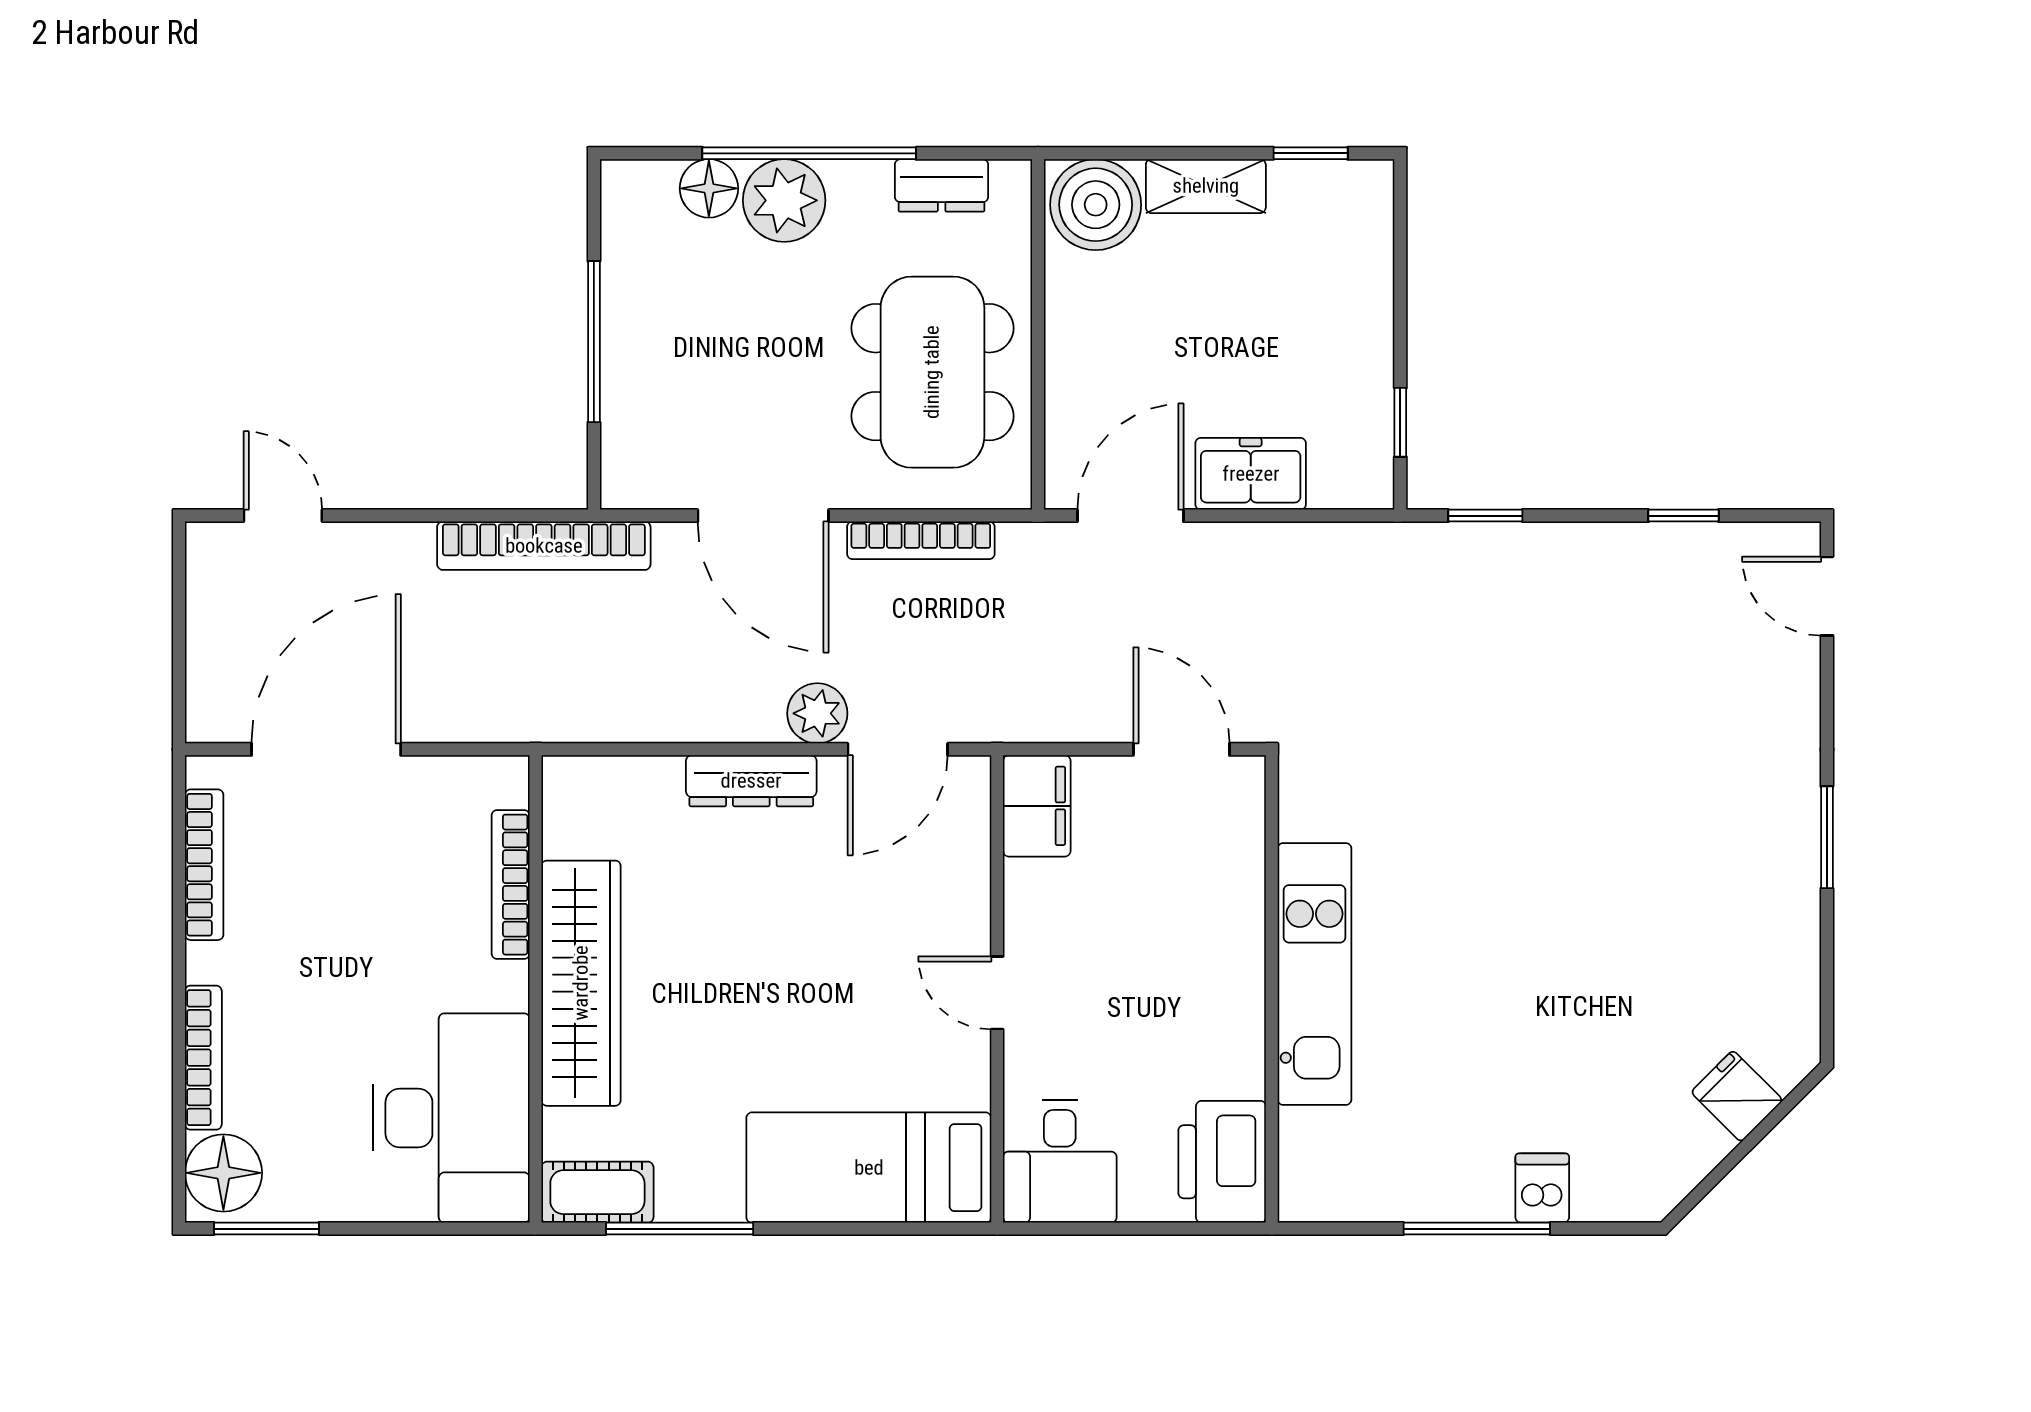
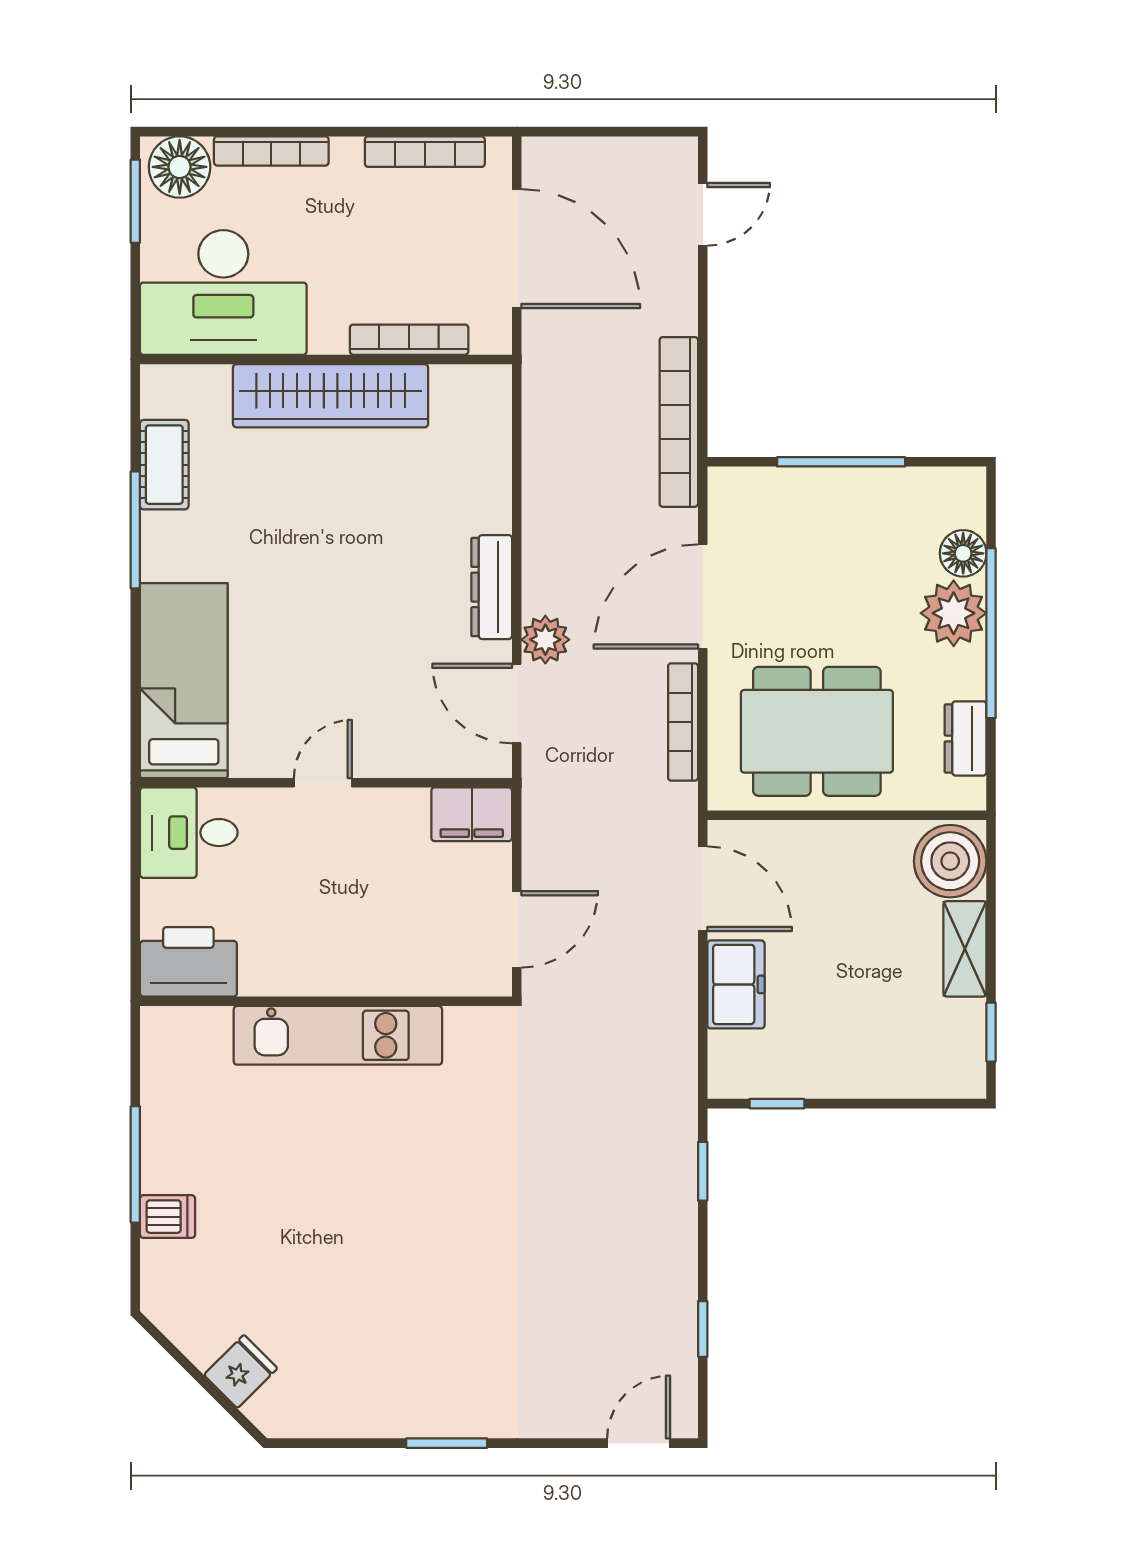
bookcase: (511, 885) -> (409, 340), moved
wardrobe: (581, 983) -> (331, 396), moved
wall: (535, 989) -> (326, 360), moved
desk: (451, 1118) -> (223, 292), moved

